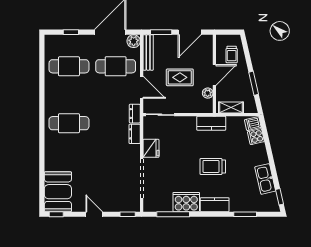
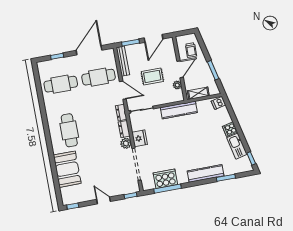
plant: (134, 41) -> (126, 143), moved
cafe table: (69, 123) -> (69, 130), turned 90
kitchen counter: (211, 123) -> (179, 110), width x1.50
cooker: (256, 137) -> (230, 129), moved
trolley: (213, 166) -> (192, 144), removed
booth: (58, 192) -> (67, 169), moved
cooker: (186, 202) -> (165, 179), moved
kitchen counter: (215, 205) -> (206, 173), width x1.50

